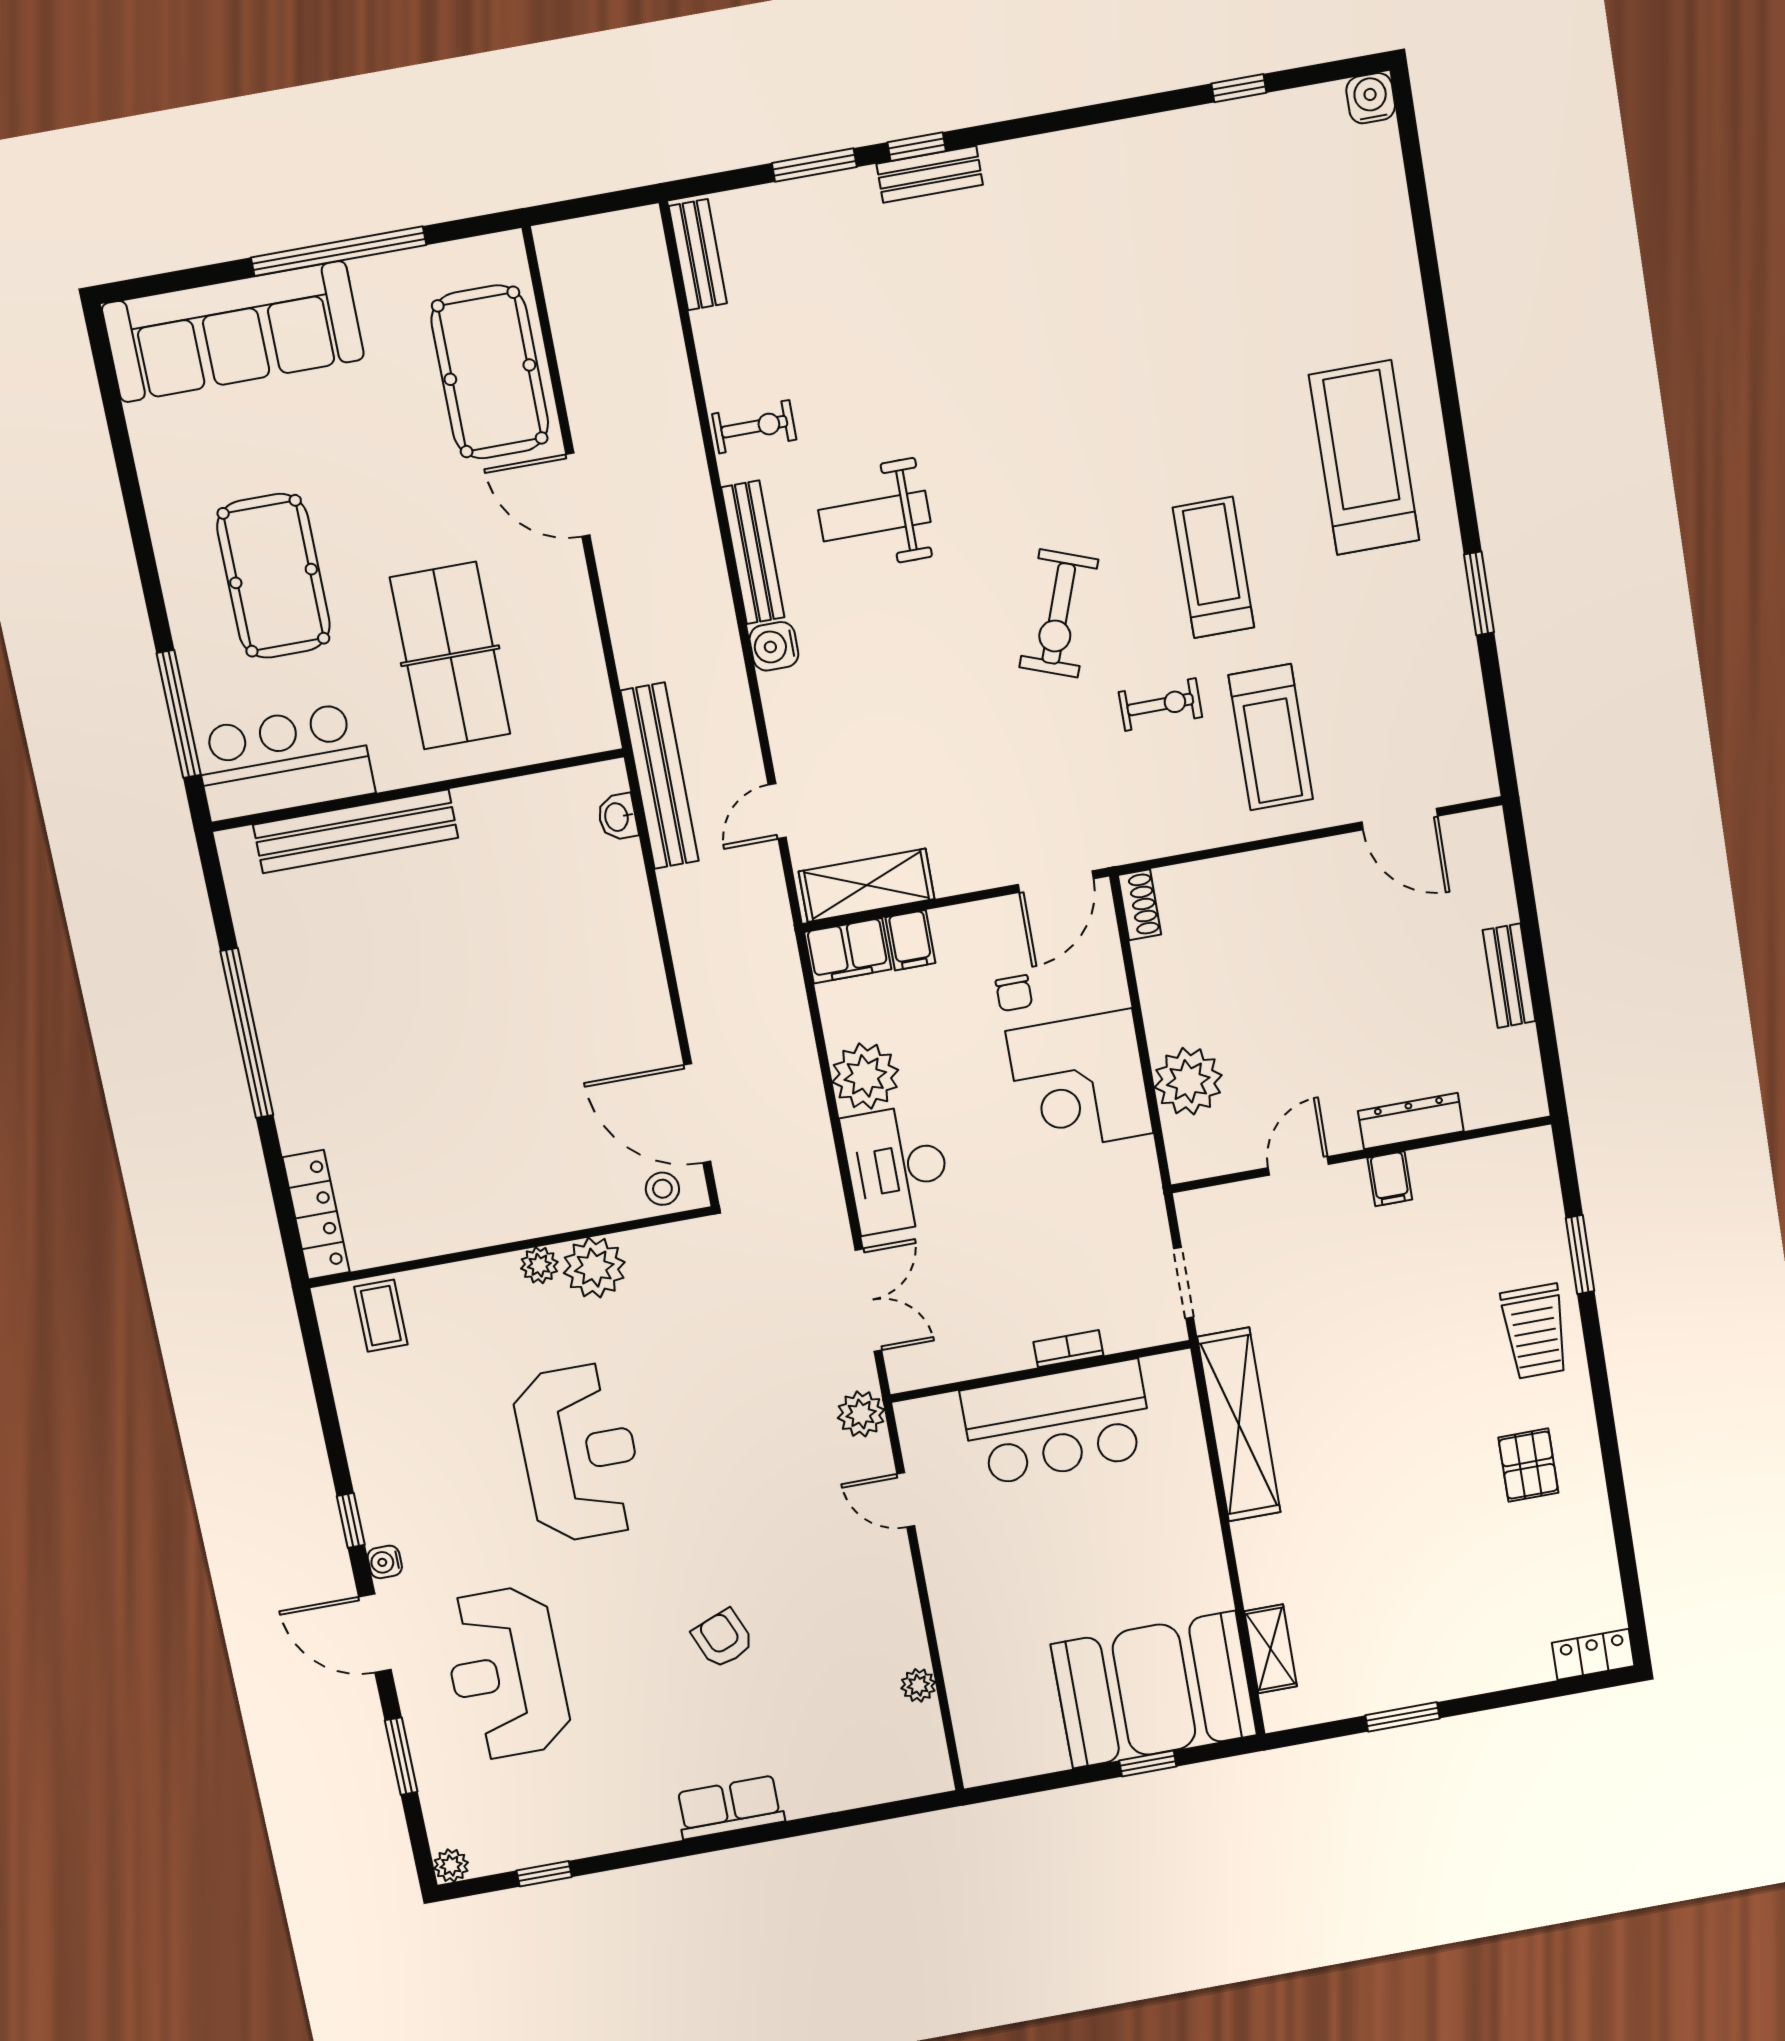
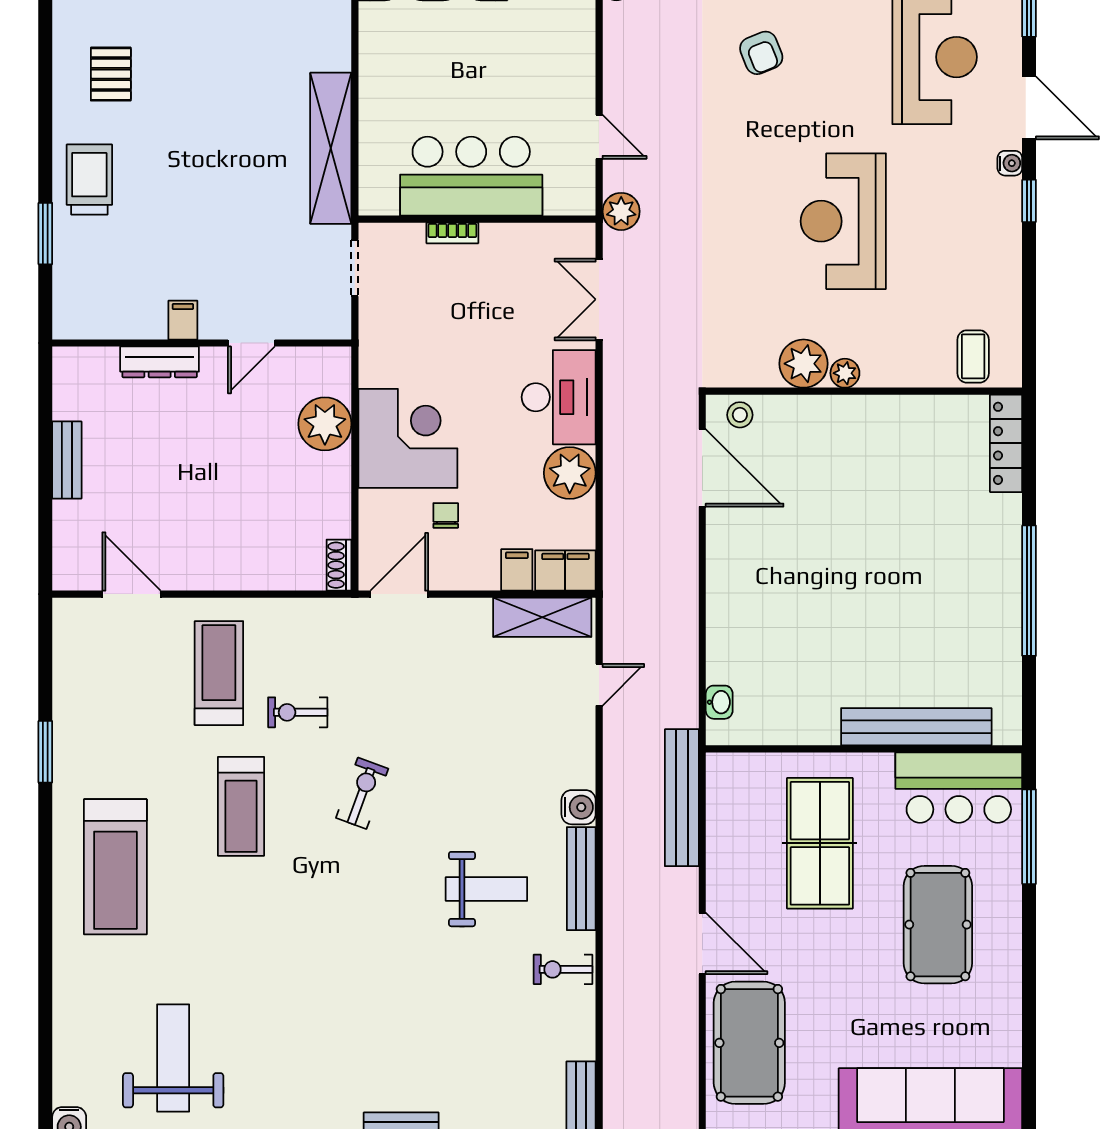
weight bench: (1247, 214) -> (173, 1058), added
exercise bike: (1059, 613) -> (362, 793), width x0.73, depth x0.72
bench: (660, 776) -> (682, 798), moved

